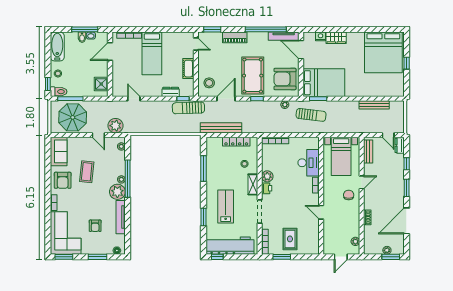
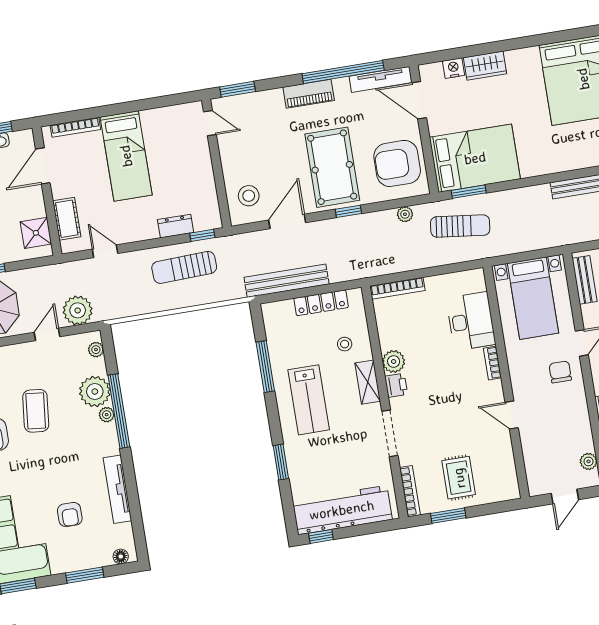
piano: (235, 37) -> (309, 94), moved
cot: (188, 69) -> (67, 219), moved
sun lounger: (188, 108) -> (184, 267), moved
door: (98, 135) -> (47, 334), swing flipped
plant: (117, 192) -> (95, 392), moved
lab bench: (226, 207) -> (309, 400), moved, turned 180

